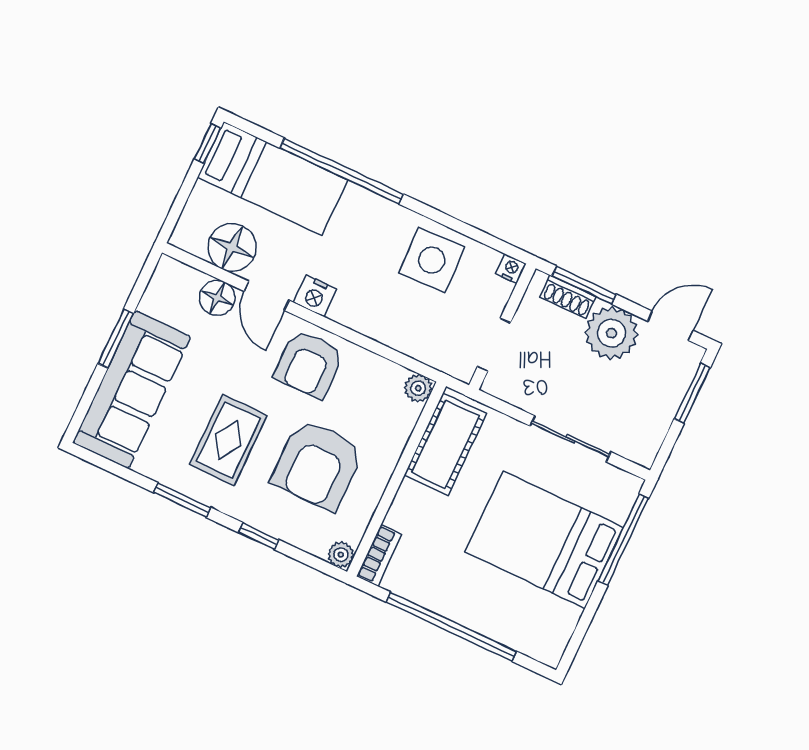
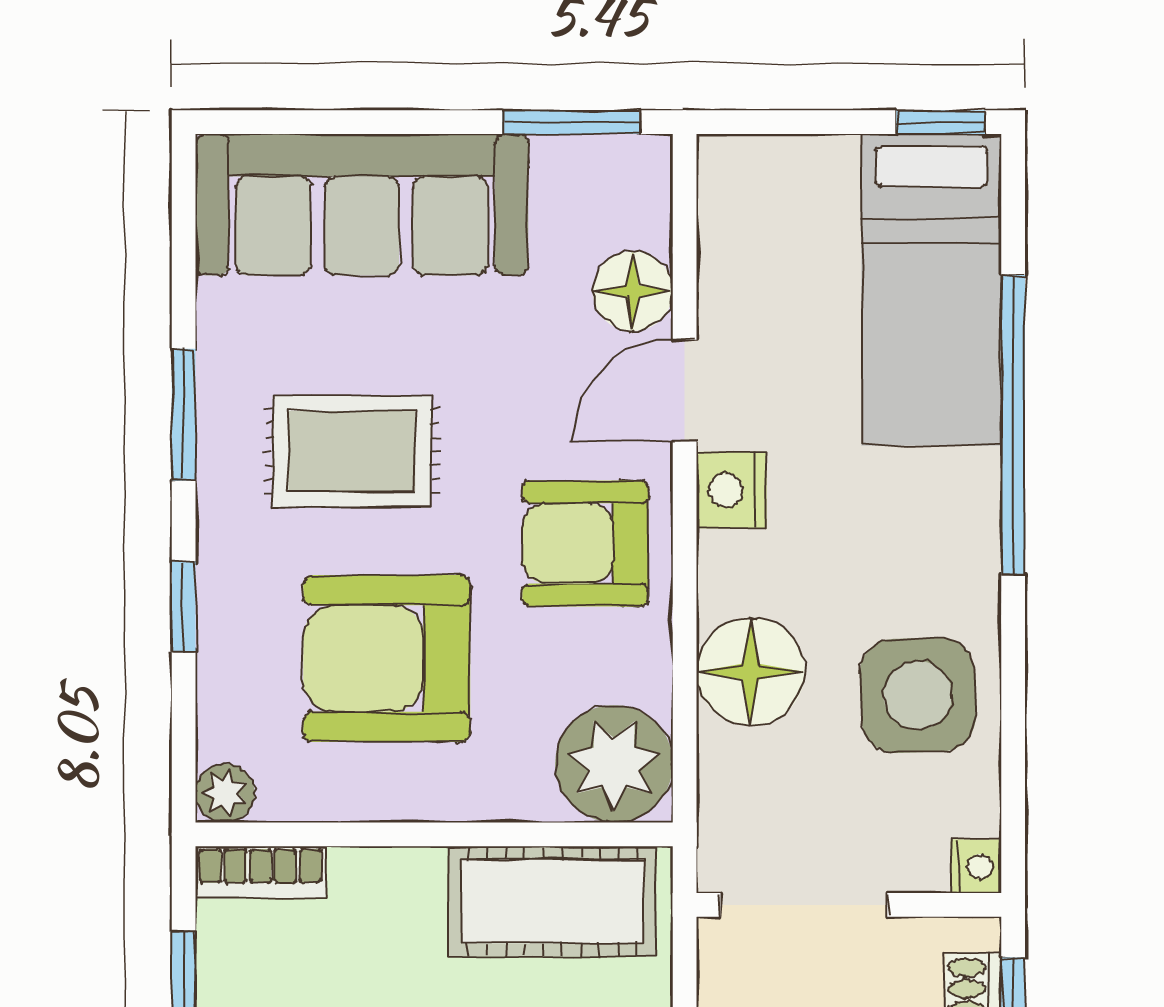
floor lamp: (232, 247) -> (750, 672), moved
window: (116, 339) -> (571, 122), moved
doorway: (494, 345) -> (804, 905), width x1.38
plant: (418, 388) -> (614, 764), width x1.88, depth x1.88

